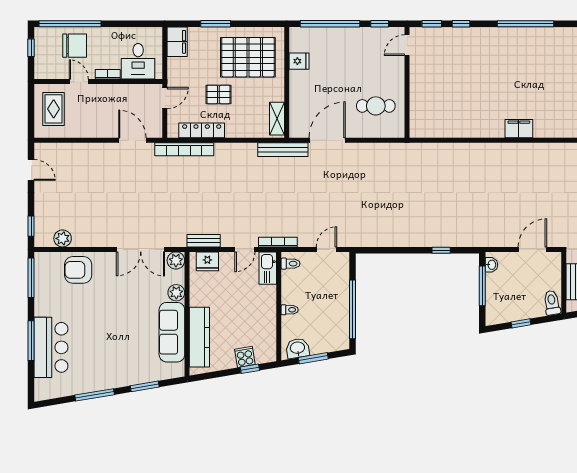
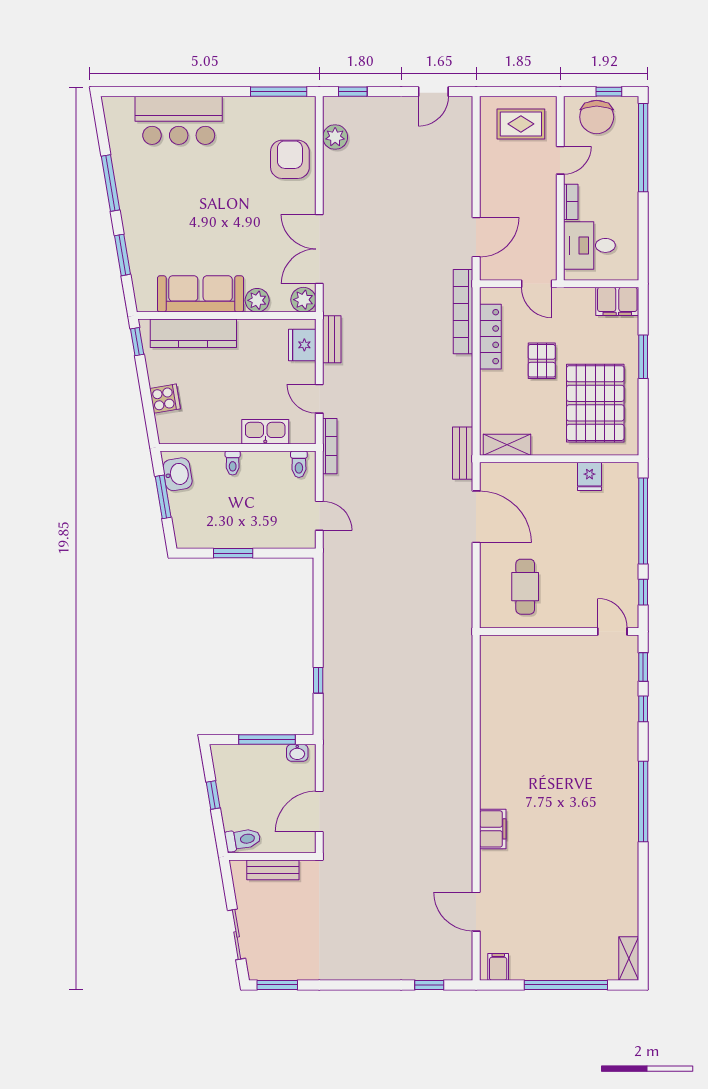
chair: (75, 46) -> (597, 117), moved
filing cabinet: (519, 129) -> (493, 829), moved
bench: (283, 150) -> (463, 453), width x0.73
door: (532, 249) -> (319, 811), swing flipped
kitchen sink: (268, 268) -> (265, 432), moved
window: (352, 309) -> (233, 553), width x0.47
window: (31, 341) -> (188, 92), removed
window: (250, 369) -> (137, 342), moved

